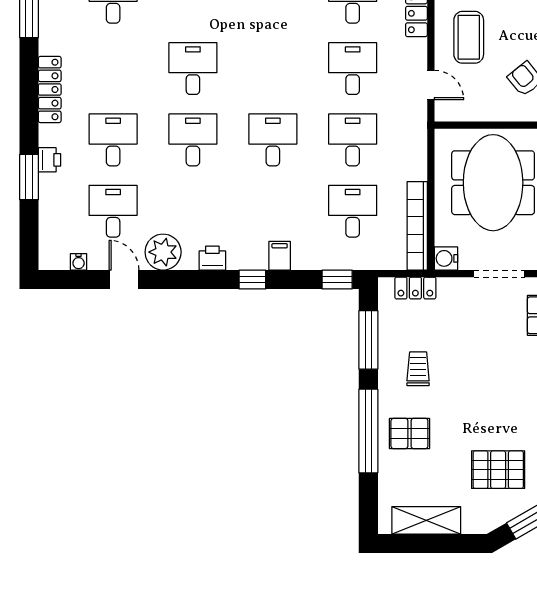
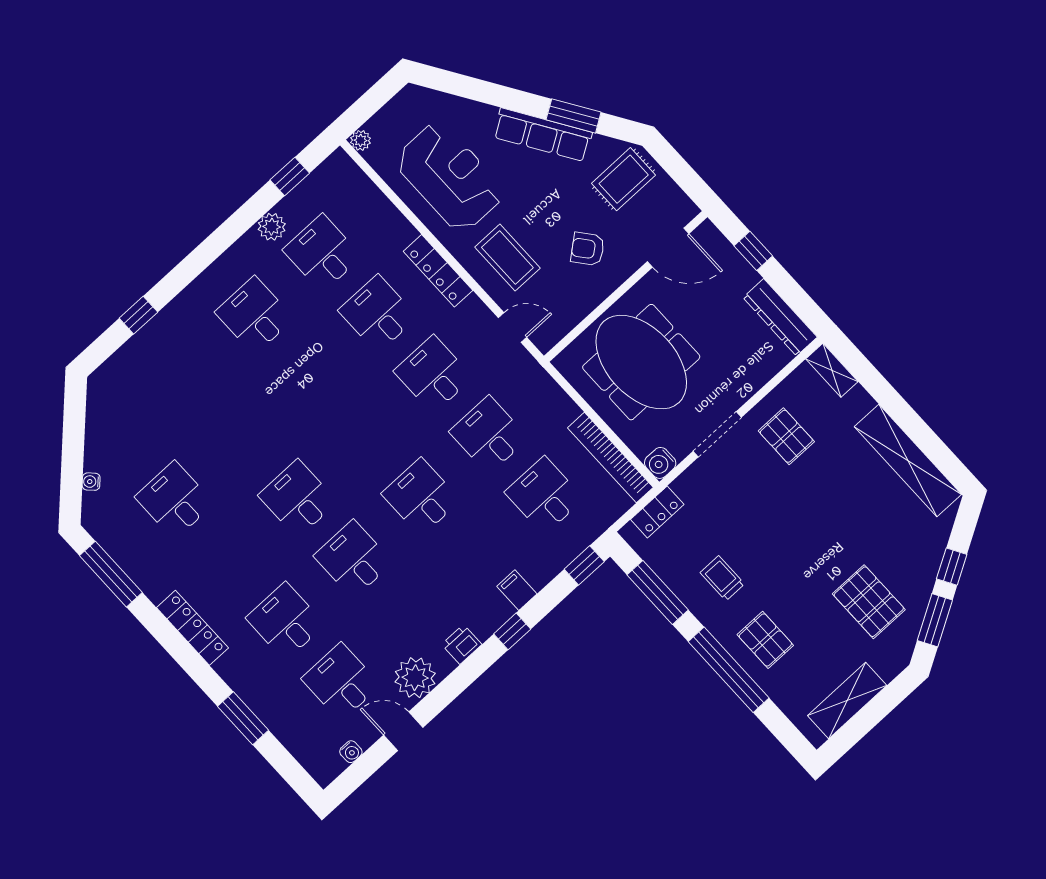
printer: (49, 160) -> (247, 688), removed
pallet: (409, 433) -> (765, 640), turned 90
pallet: (498, 470) -> (869, 602), turned 90

